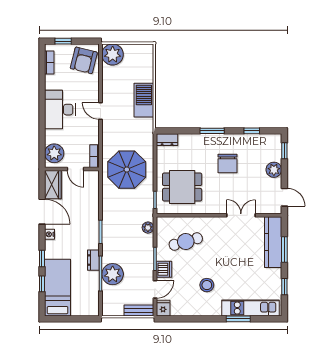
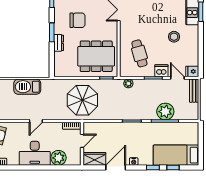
dresser: (167, 140) -> (59, 43), moved
plant: (54, 153) -> (59, 158), moved
dining table: (182, 187) -> (96, 56), width x1.38
dresser: (93, 260) -> (154, 127), removed

